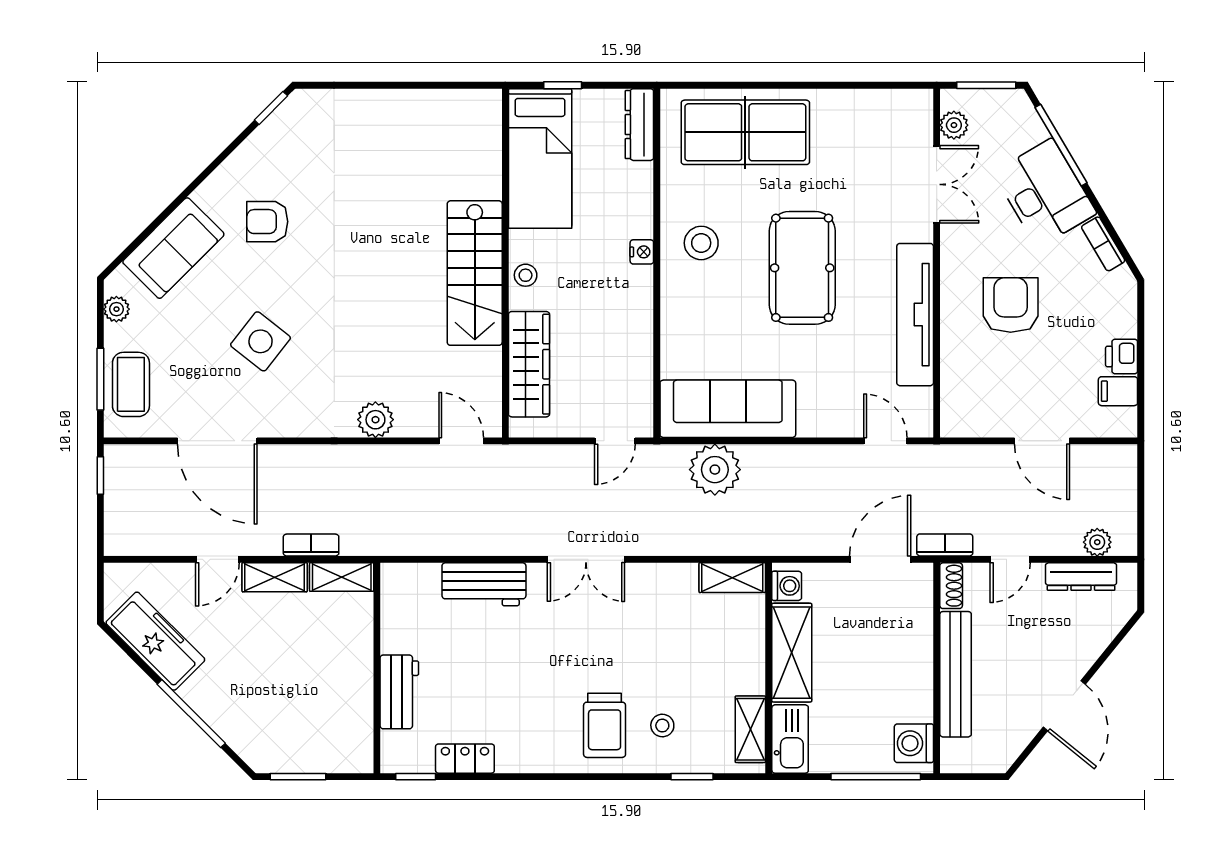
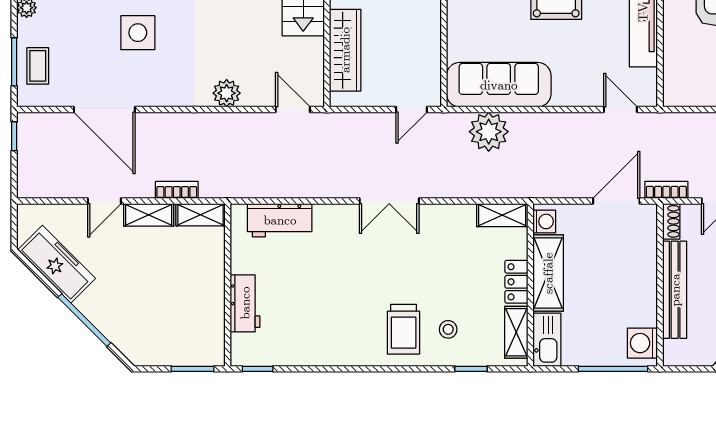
side table: (261, 341) -> (138, 33), turned -38
coffee table: (131, 384) -> (38, 66), width x0.73, depth x0.77
workbench: (484, 584) -> (280, 220), moved
locker: (465, 759) -> (516, 282), moved, turned -90
window: (298, 777) -> (192, 369), moved

